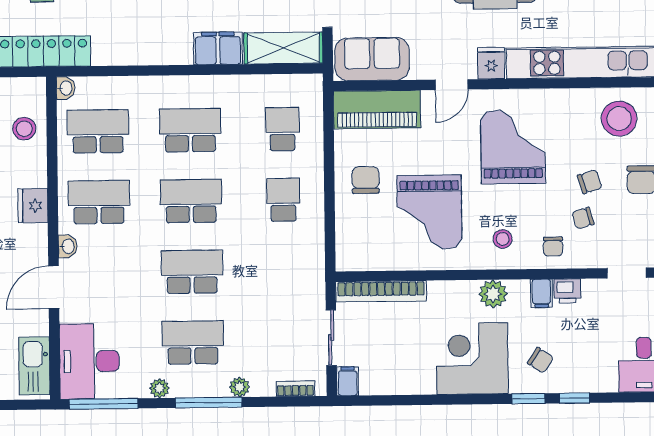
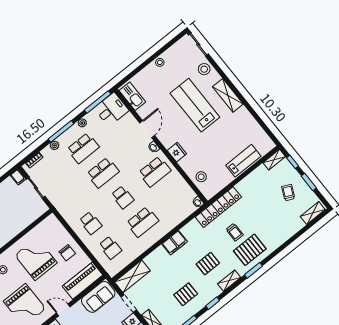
filing cabinet: (218, 48) -> (175, 243), moved
door: (452, 85) -> (63, 310), hinge flipped
school desk: (98, 131) -> (175, 196), removed
school desk: (191, 201) -> (123, 197), width x0.54
bookcase: (381, 291) -> (31, 218), removed
desk: (89, 361) -> (111, 109), width x0.73

